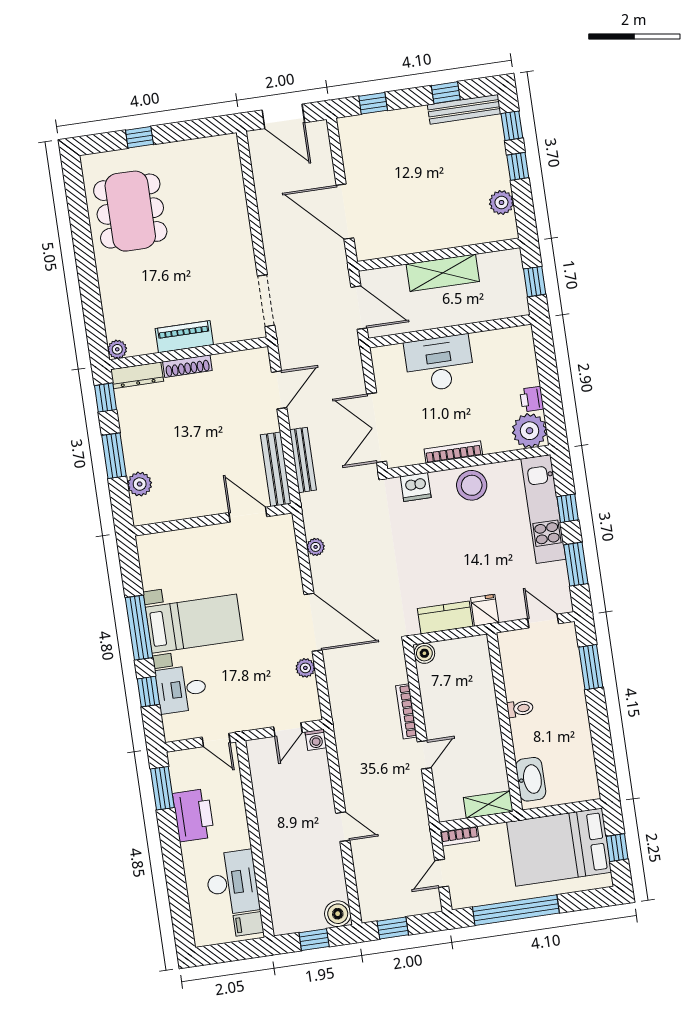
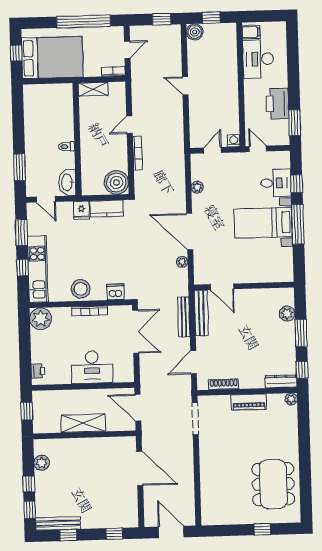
shoe rack: (187, 366) -> (224, 384), moved
printer: (532, 399) -> (38, 371), moved
door: (313, 622) -> (190, 232), moved
boiler: (424, 653) -> (116, 182), width x1.86, depth x1.86
washing machine: (316, 740) -> (234, 141), moved
washbasin: (531, 779) -> (67, 182), moved

